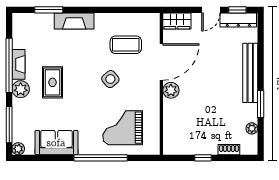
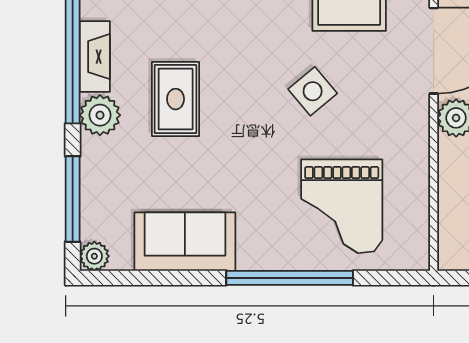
grand piano: (123, 128) -> (342, 206), turned -90

